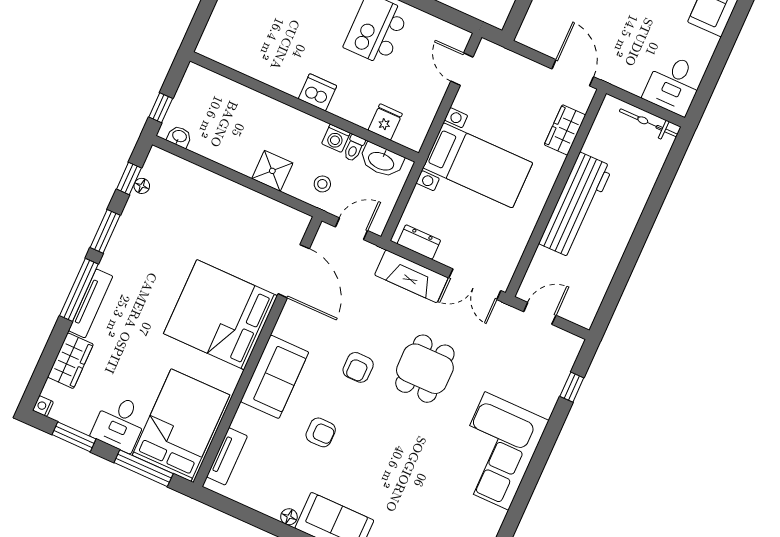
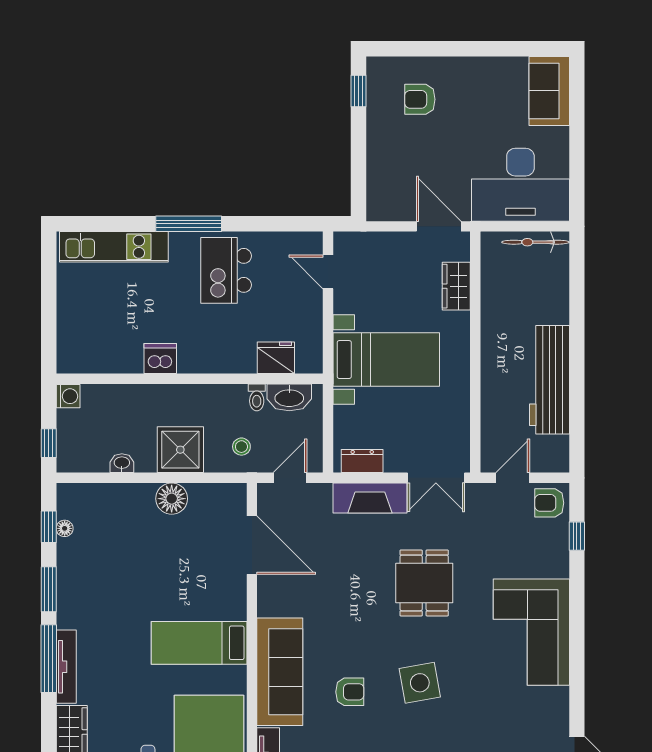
desk: (674, 84) -> (520, 185), width x1.87, depth x1.30
dishwasher: (317, 92) -> (160, 359), moved
fridge: (385, 122) -> (276, 358), width x1.38
washbasin: (179, 137) -> (122, 463), moved
washing machine: (336, 138) -> (68, 396), moved, turned -90
shower: (272, 171) -> (180, 450), width x1.36, depth x1.36
floor lamp: (244, 201) -> (172, 499), added
workbench: (576, 205) -> (549, 380), moved, turned 180
bed: (220, 315) -> (199, 643), width x0.49
armchair: (358, 367) -> (549, 503), moved, turned 90
sofa: (275, 377) -> (280, 672), width x1.36
side table: (383, 451) -> (420, 683), added

